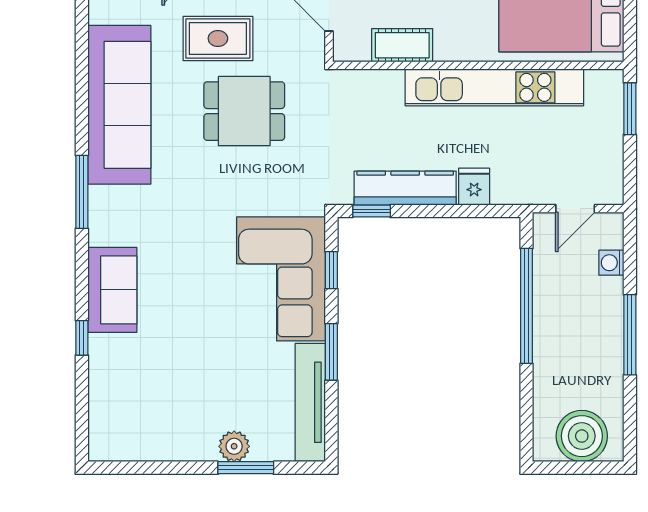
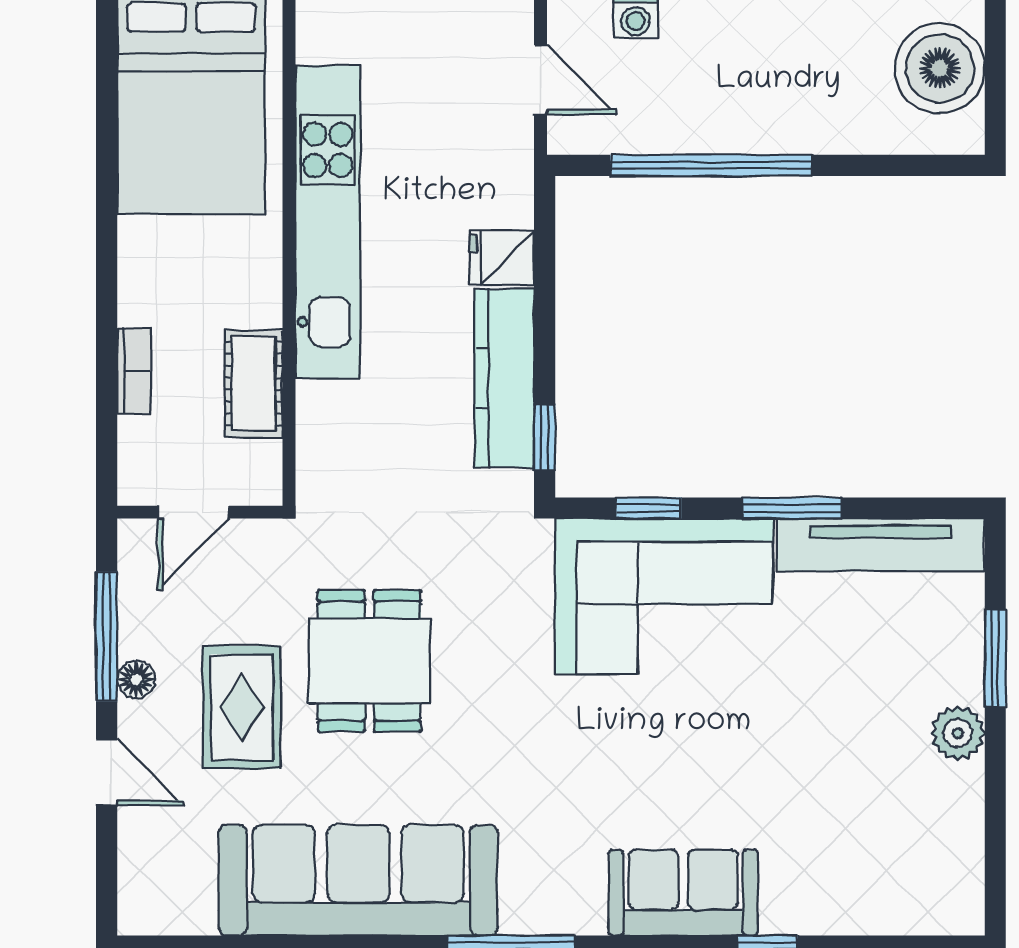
plant: (234, 446) -> (958, 733), moved

